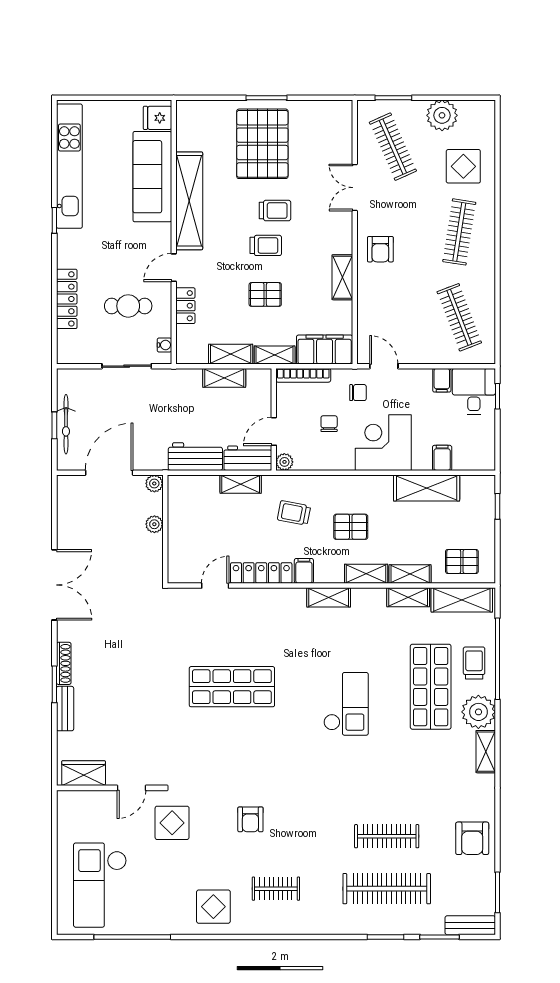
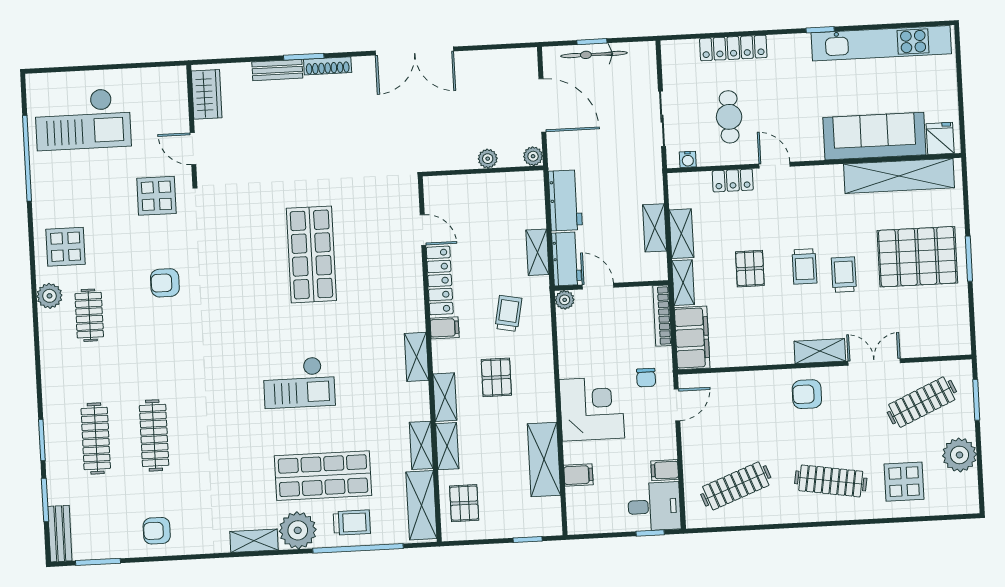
shelving: (189, 201) -> (899, 176), moved
trolley: (275, 211) -> (844, 275), turned 180
shelving: (342, 277) -> (820, 351), moved
chair: (329, 424) -> (610, 347), removed
armchair: (472, 838) -> (157, 531), width x0.72, depth x0.72
checkout: (100, 885) -> (83, 119), turned 180
clothes rail: (387, 889) -> (96, 438), width x0.73, depth x0.76
plant: (257, 923) -> (49, 296), added

